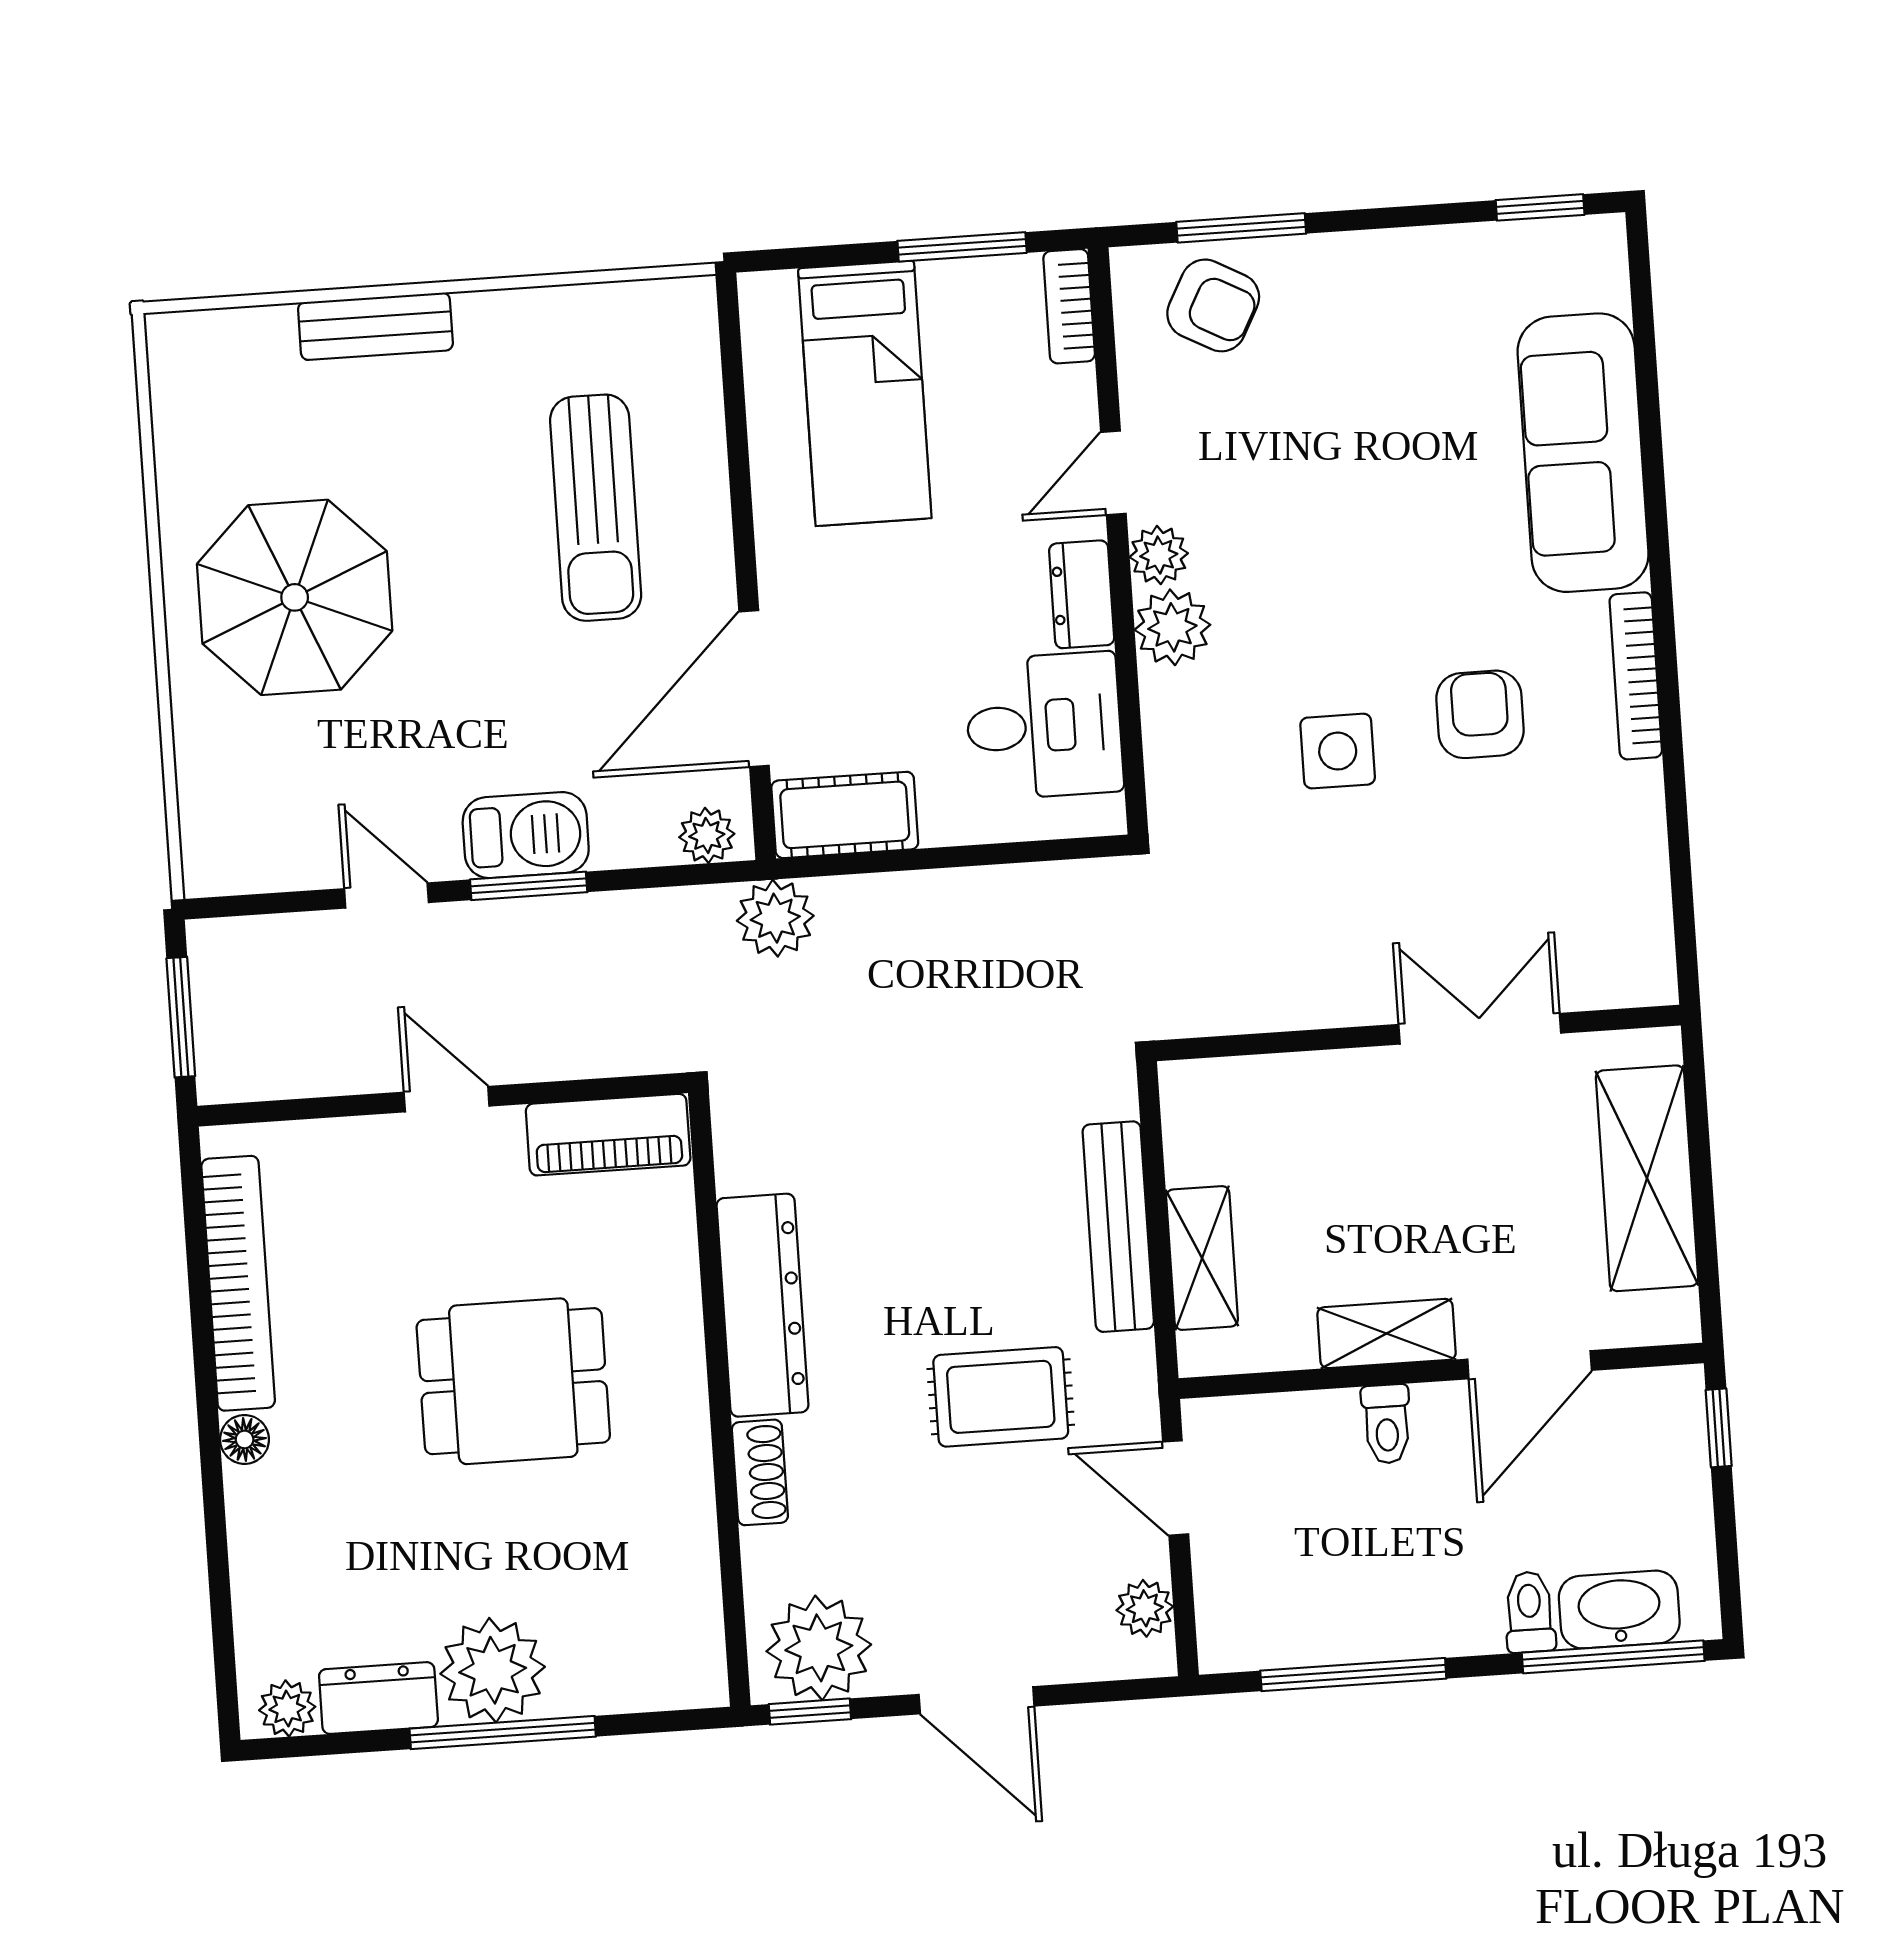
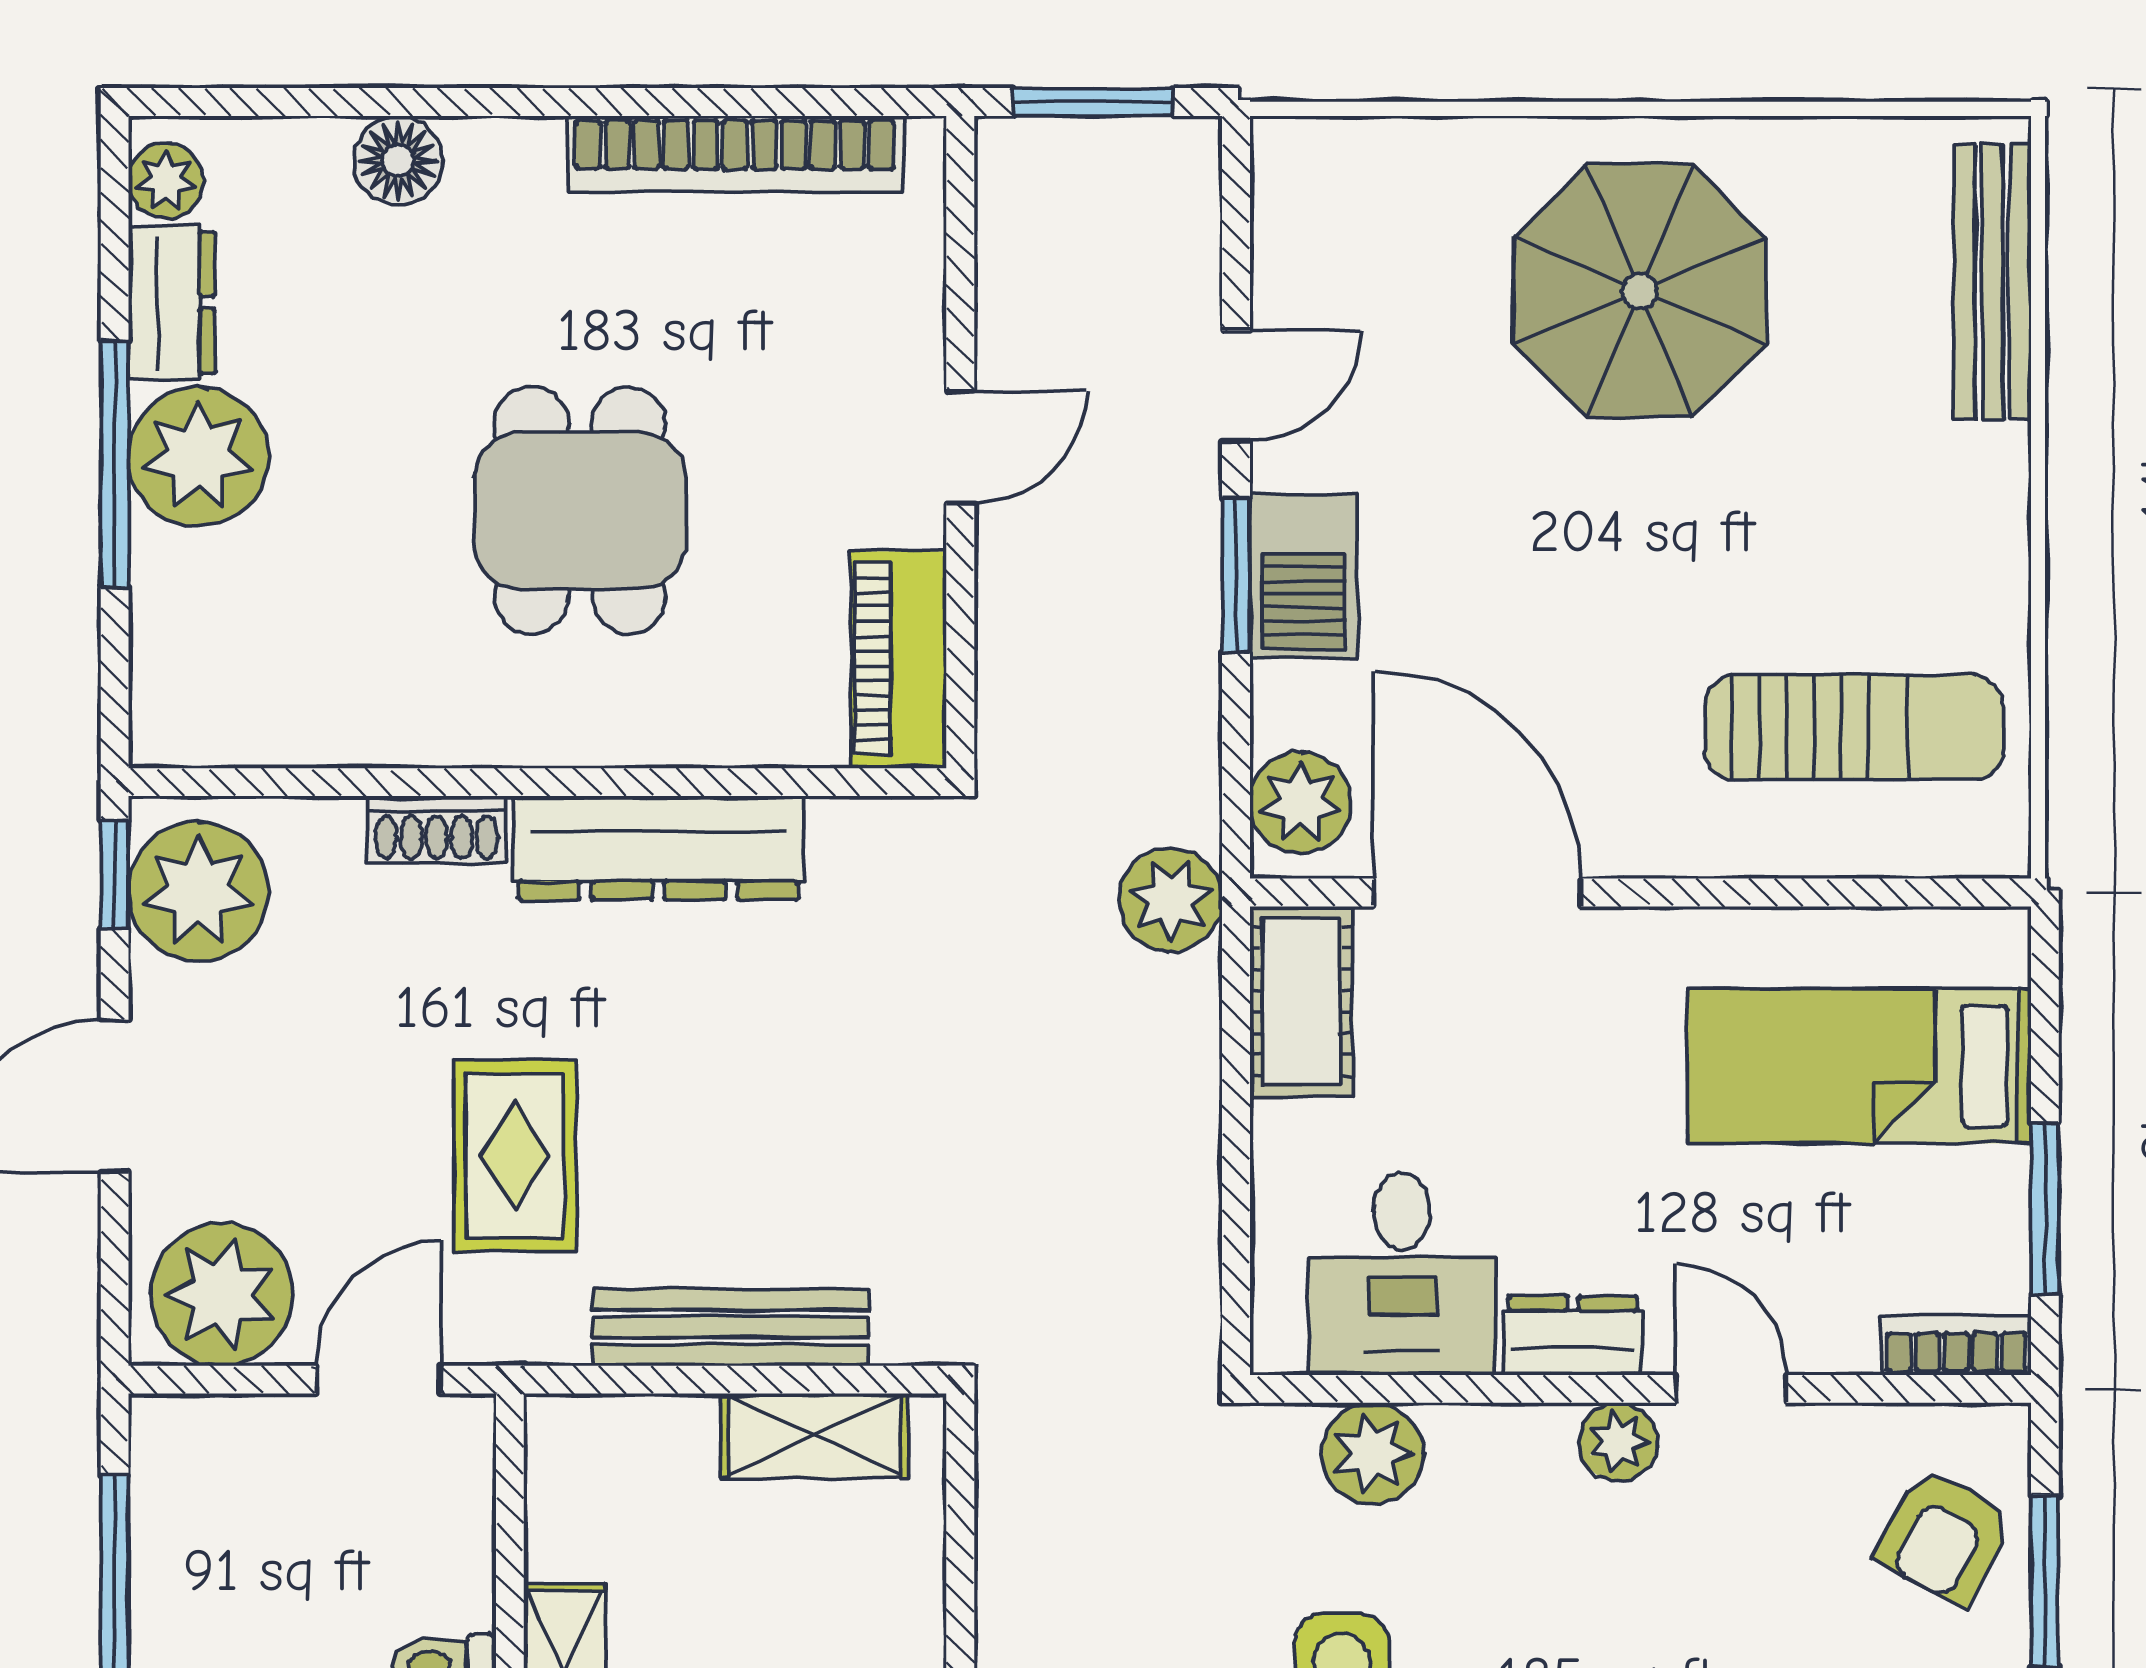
bench: (375, 326) -> (1992, 282), moved, width x1.36
sun lounger: (596, 508) -> (1854, 727), moved, turned 180
plant: (1172, 627) -> (1372, 1453), moved
plant: (707, 835) -> (1301, 803), width x1.38, depth x1.38
shelving: (1202, 1258) -> (815, 1436), moved
floor lamp: (245, 1439) -> (398, 160), moved, width x1.37, depth x1.37
plant: (1145, 1608) -> (221, 1295), width x1.88, depth x1.88

